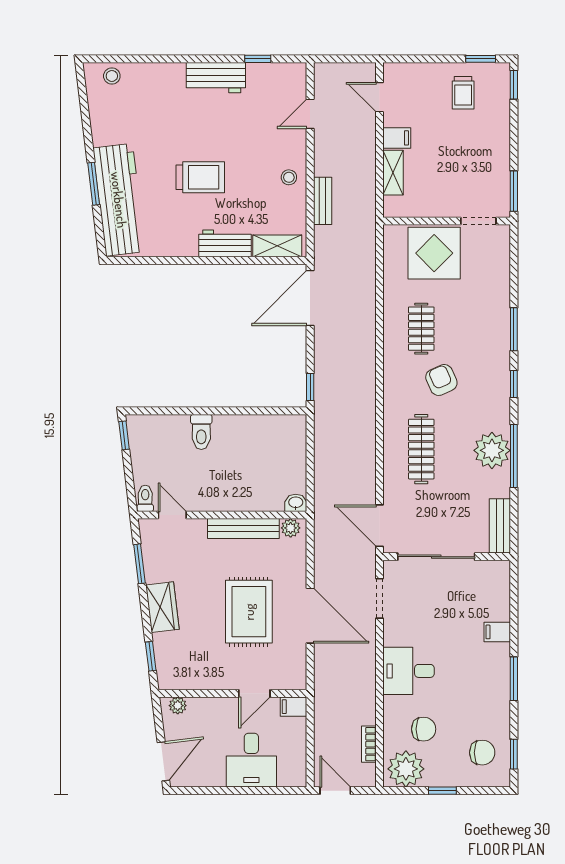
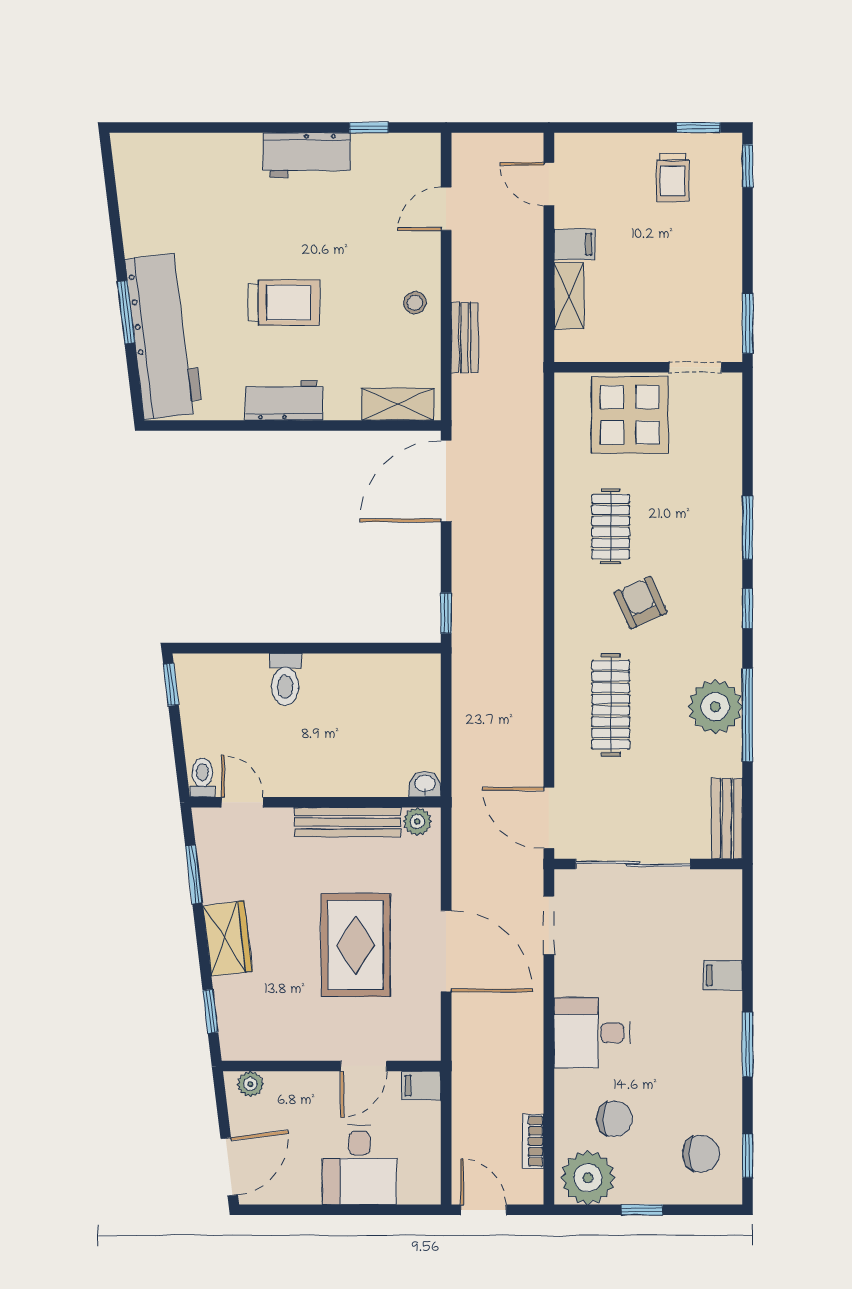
stool: (112, 76) -> (153, 153), removed
workbench: (225, 243) -> (284, 400), moved

